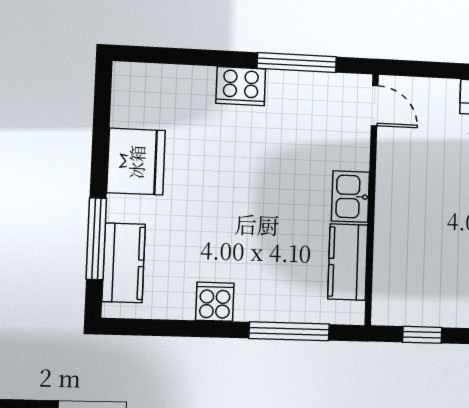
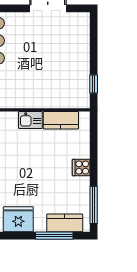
cooker: (215, 302) -> (81, 168), moved
window: (289, 331) -> (94, 205), moved

